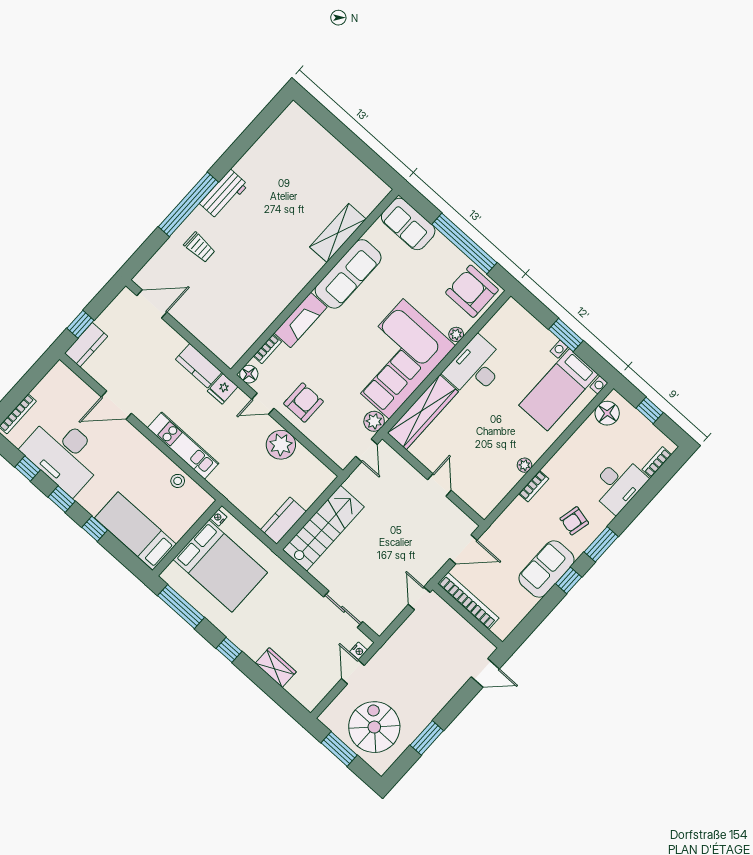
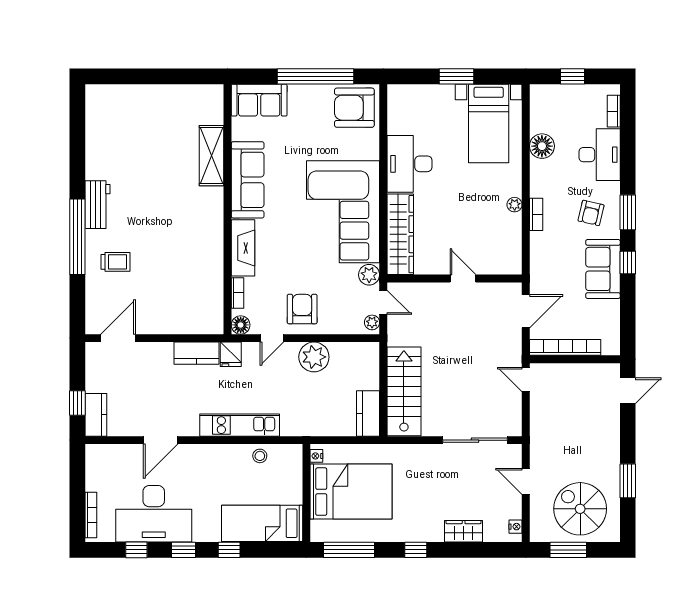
plant: (456, 334) -> (372, 322), moved
floor lamp: (607, 413) -> (542, 146), moved
sliding door: (343, 609) -> (475, 440), width x1.37
nightstand: (359, 651) -> (515, 527), moved

